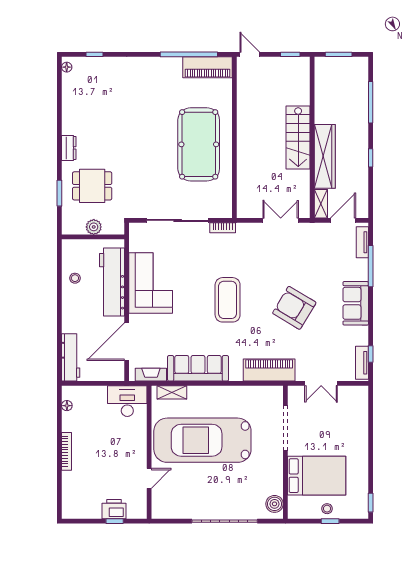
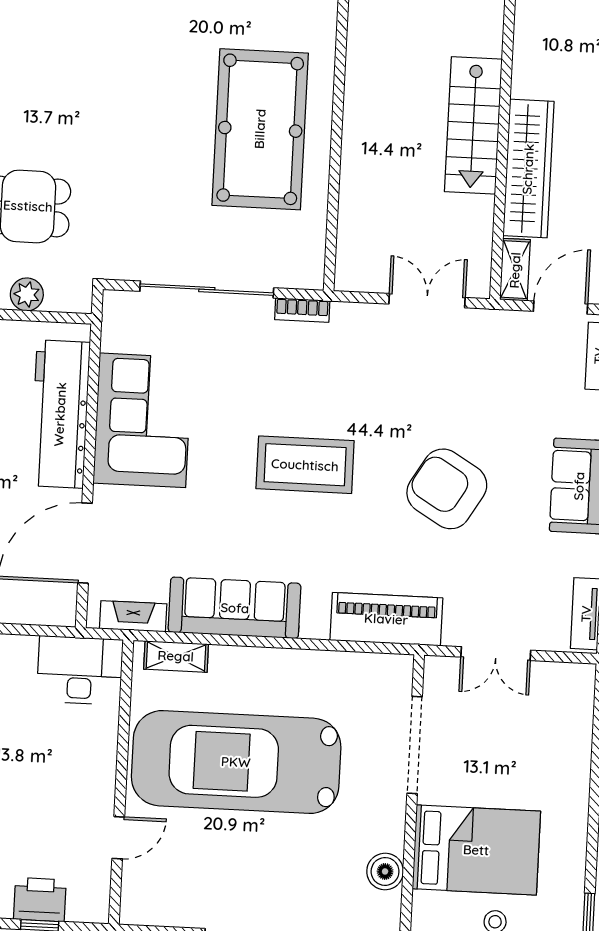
coffee table: (228, 300) -> (305, 465), turned 90
boiler: (275, 504) -> (385, 871), moved

